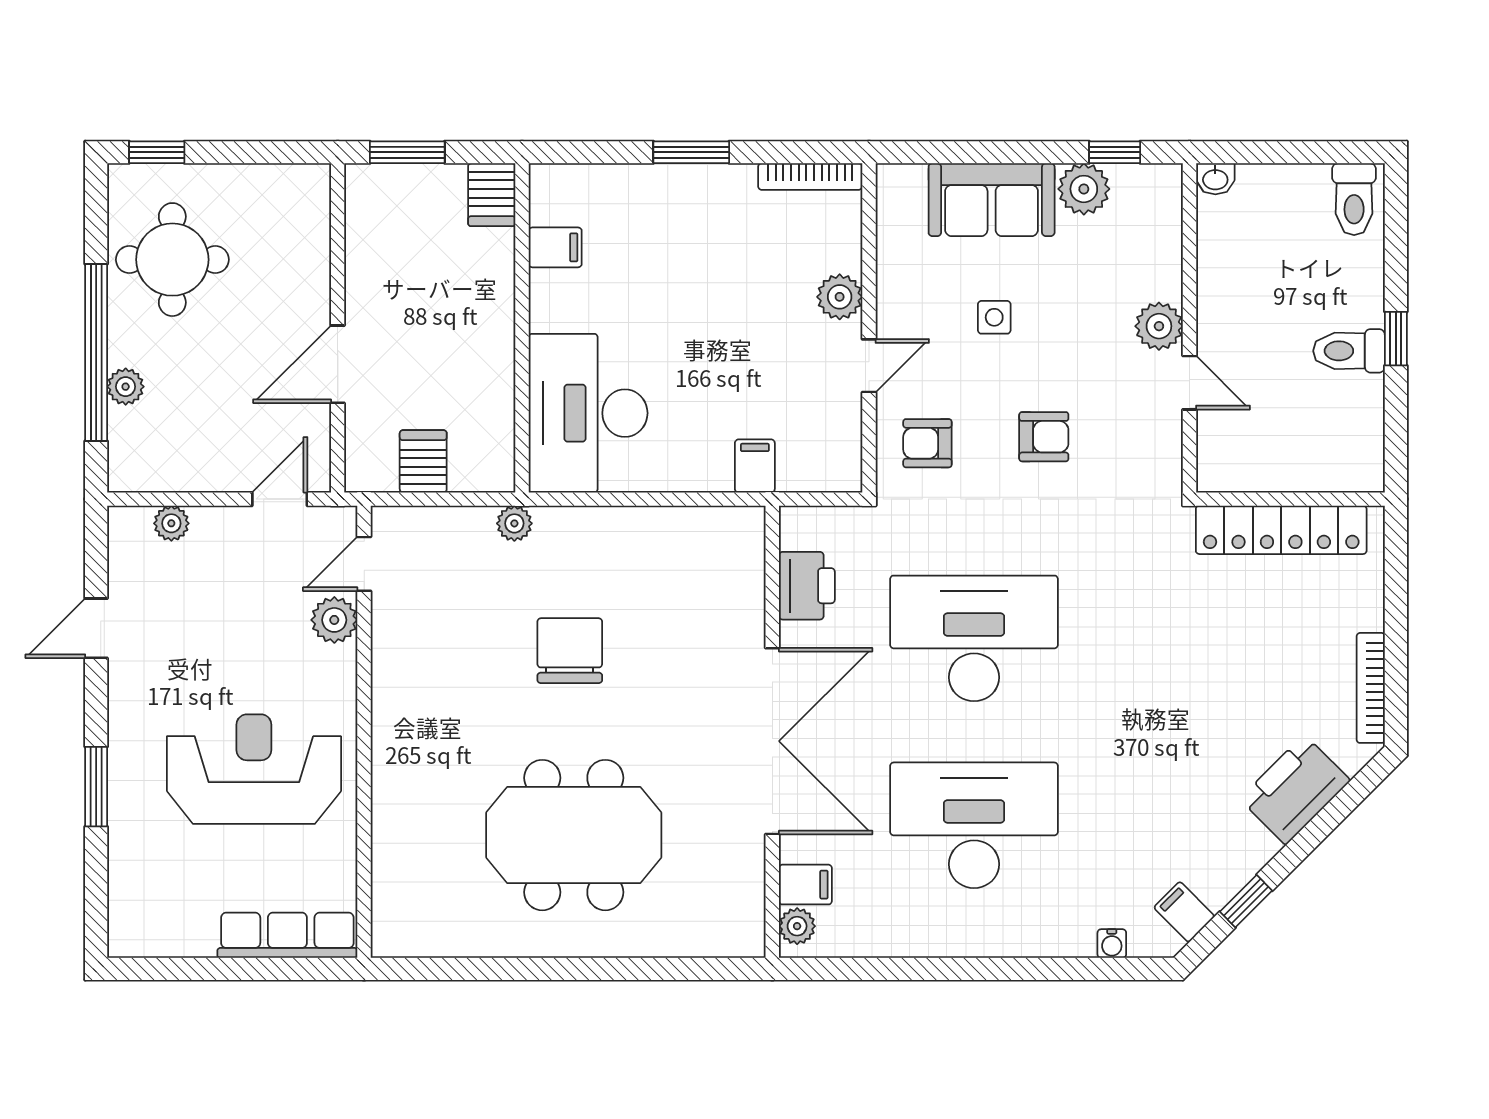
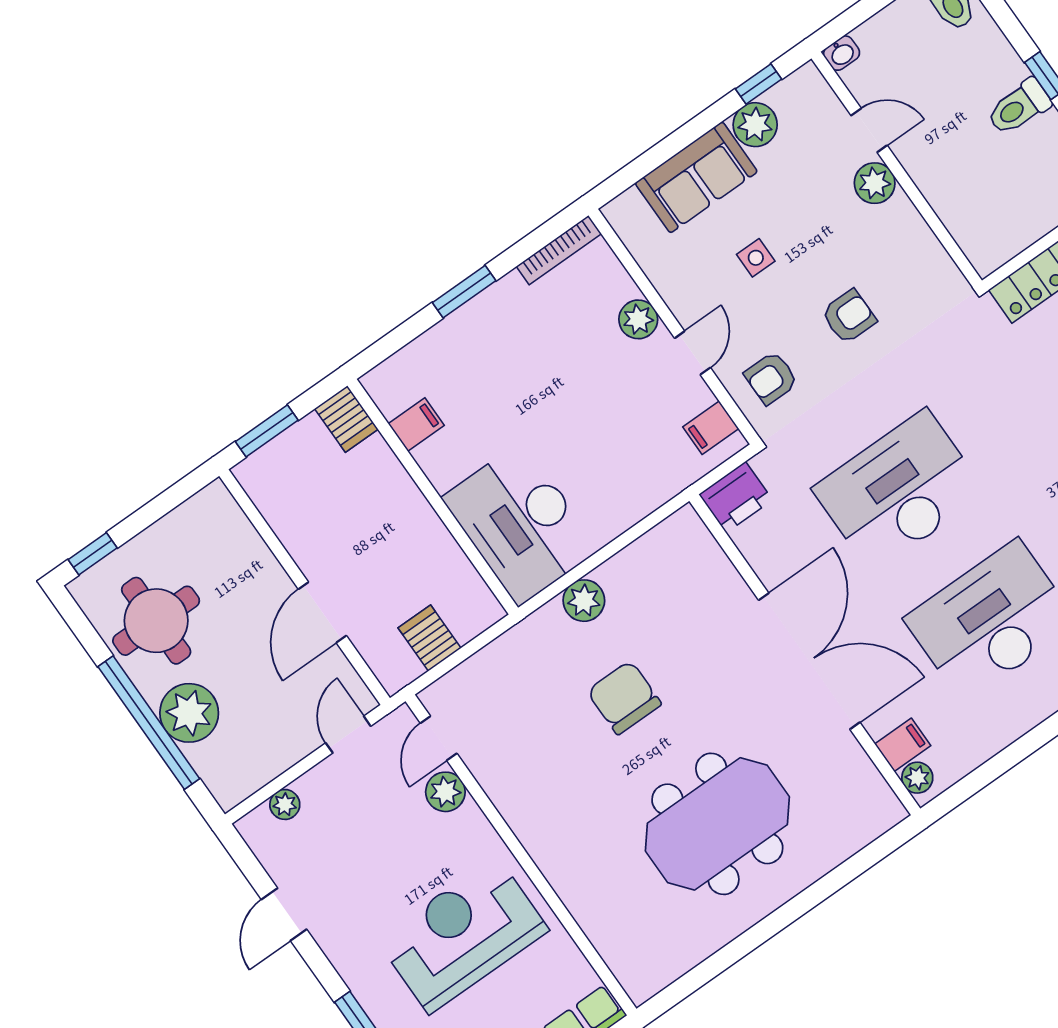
door: (1189, 383) -> (869, 130), moved
plant: (126, 387) -> (189, 713), width x1.87, depth x1.87
filing cabinet: (755, 466) -> (711, 428), moved, turned -90
plant: (514, 523) -> (584, 601), moved, width x1.38, depth x1.38
printer: (807, 586) -> (736, 497), moved, turned 90

